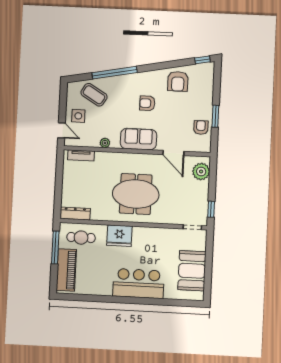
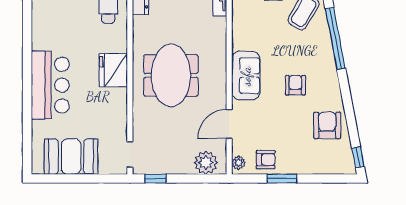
armchair: (178, 81) -> (327, 125), turned 90
plant: (105, 143) -> (238, 163), moved
fridge: (119, 236) -> (113, 70), moved

